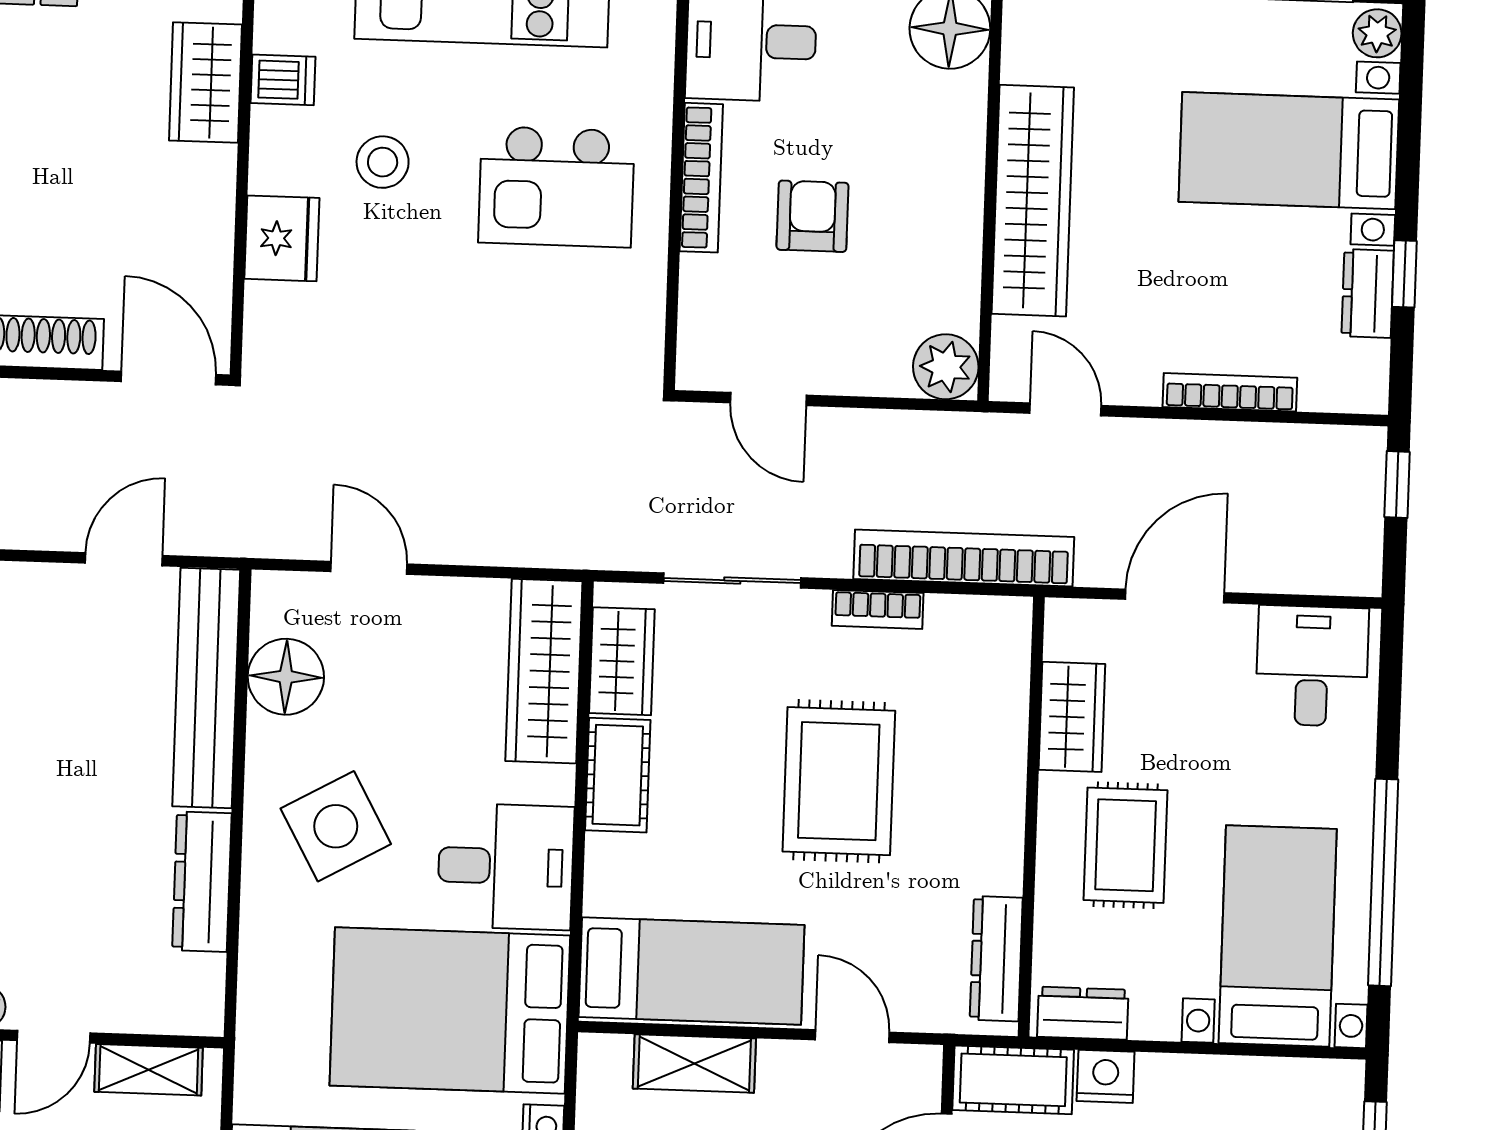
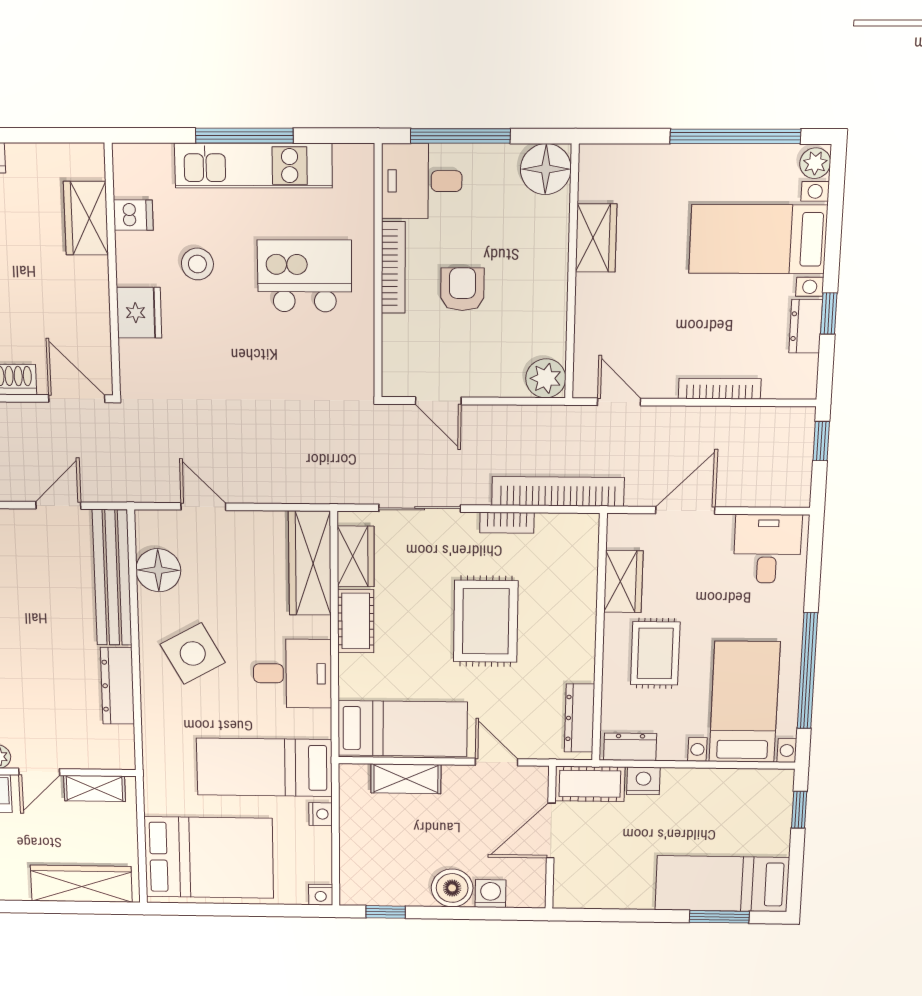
kitchen island: (556, 187) -> (305, 276), turned 180
wardrobe: (1033, 201) -> (596, 238), width x0.48, depth x0.85
bed: (450, 1010) -> (264, 767), width x0.67

